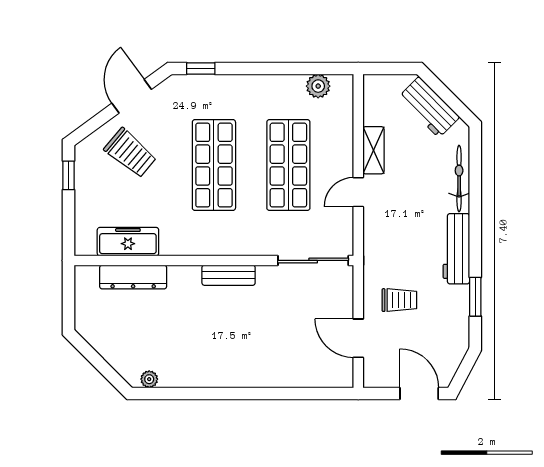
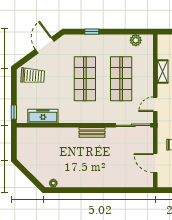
window: (201, 68) -> (92, 32), moved
trolley: (130, 153) -> (33, 76), moved, turned -36
window: (68, 175) -> (14, 112), moved
door: (358, 192) -> (155, 104), moved
dresser: (133, 277) -> (45, 133), removed

